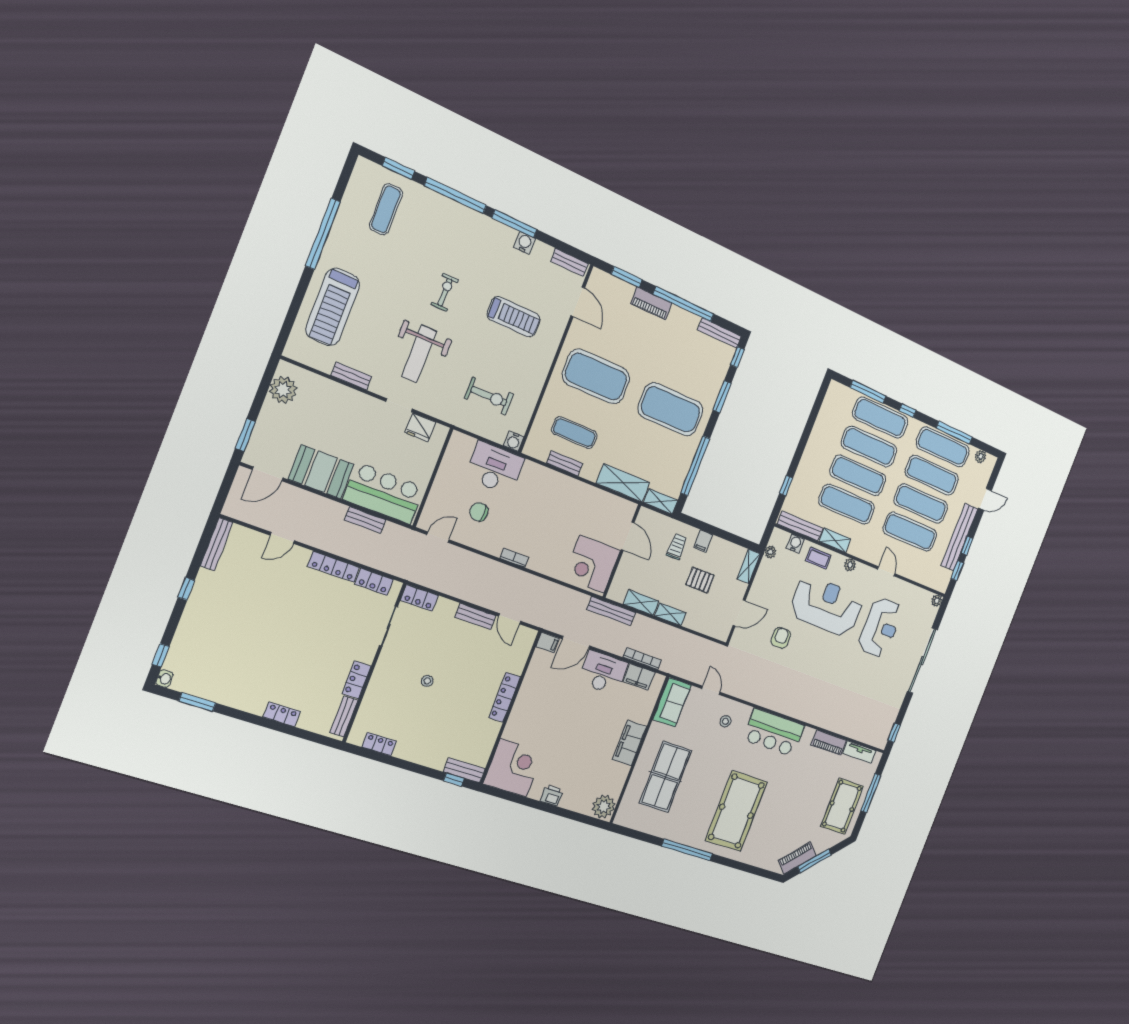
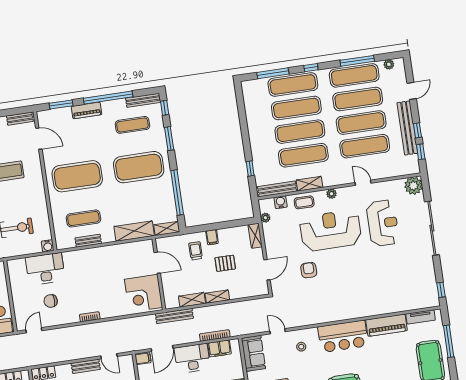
exercise mat: (692, 355) -> (132, 125), added
plant: (937, 601) -> (413, 186), width x1.88, depth x1.88
piano: (829, 743) -> (386, 325), width x1.37, depth x1.33

